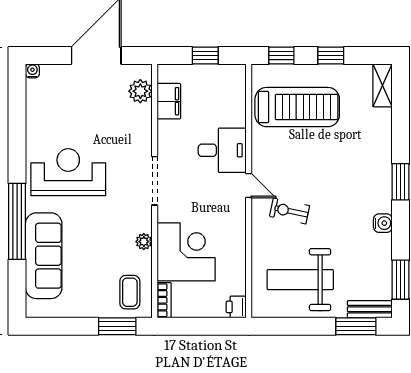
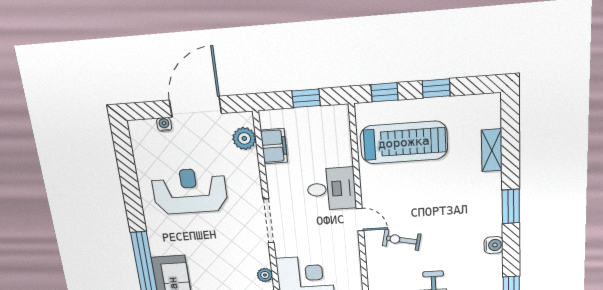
water cooler: (32, 71) -> (164, 124), moved
shelving: (383, 85) -> (492, 150), moved
reception desk: (68, 172) -> (190, 191), moved

